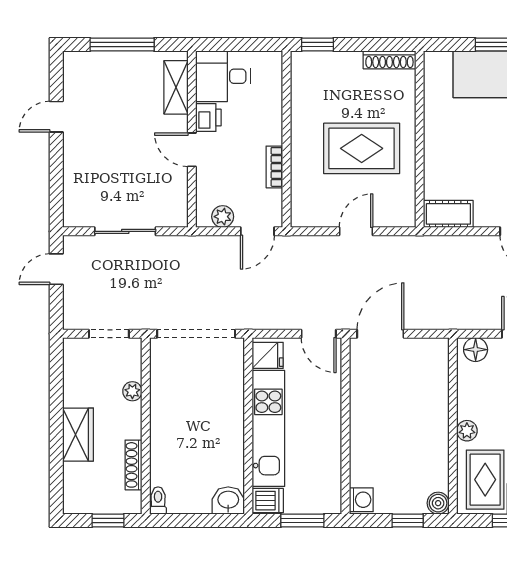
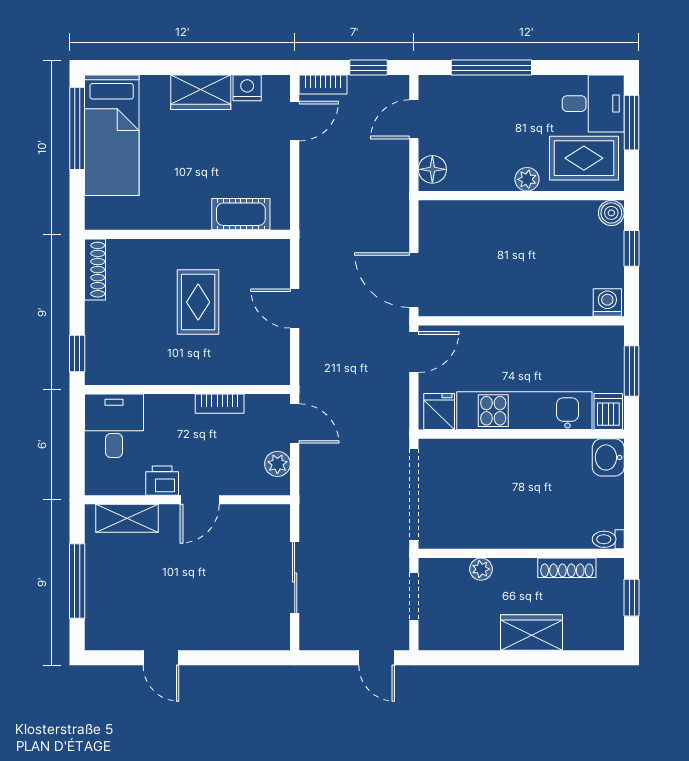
desk: (223, 76) -> (114, 426), moved, turned 180
rug: (362, 148) -> (198, 302), width x0.73, depth x0.70
cot: (448, 214) -> (241, 214), moved, turned 90
door: (56, 269) -> (377, 658), moved

